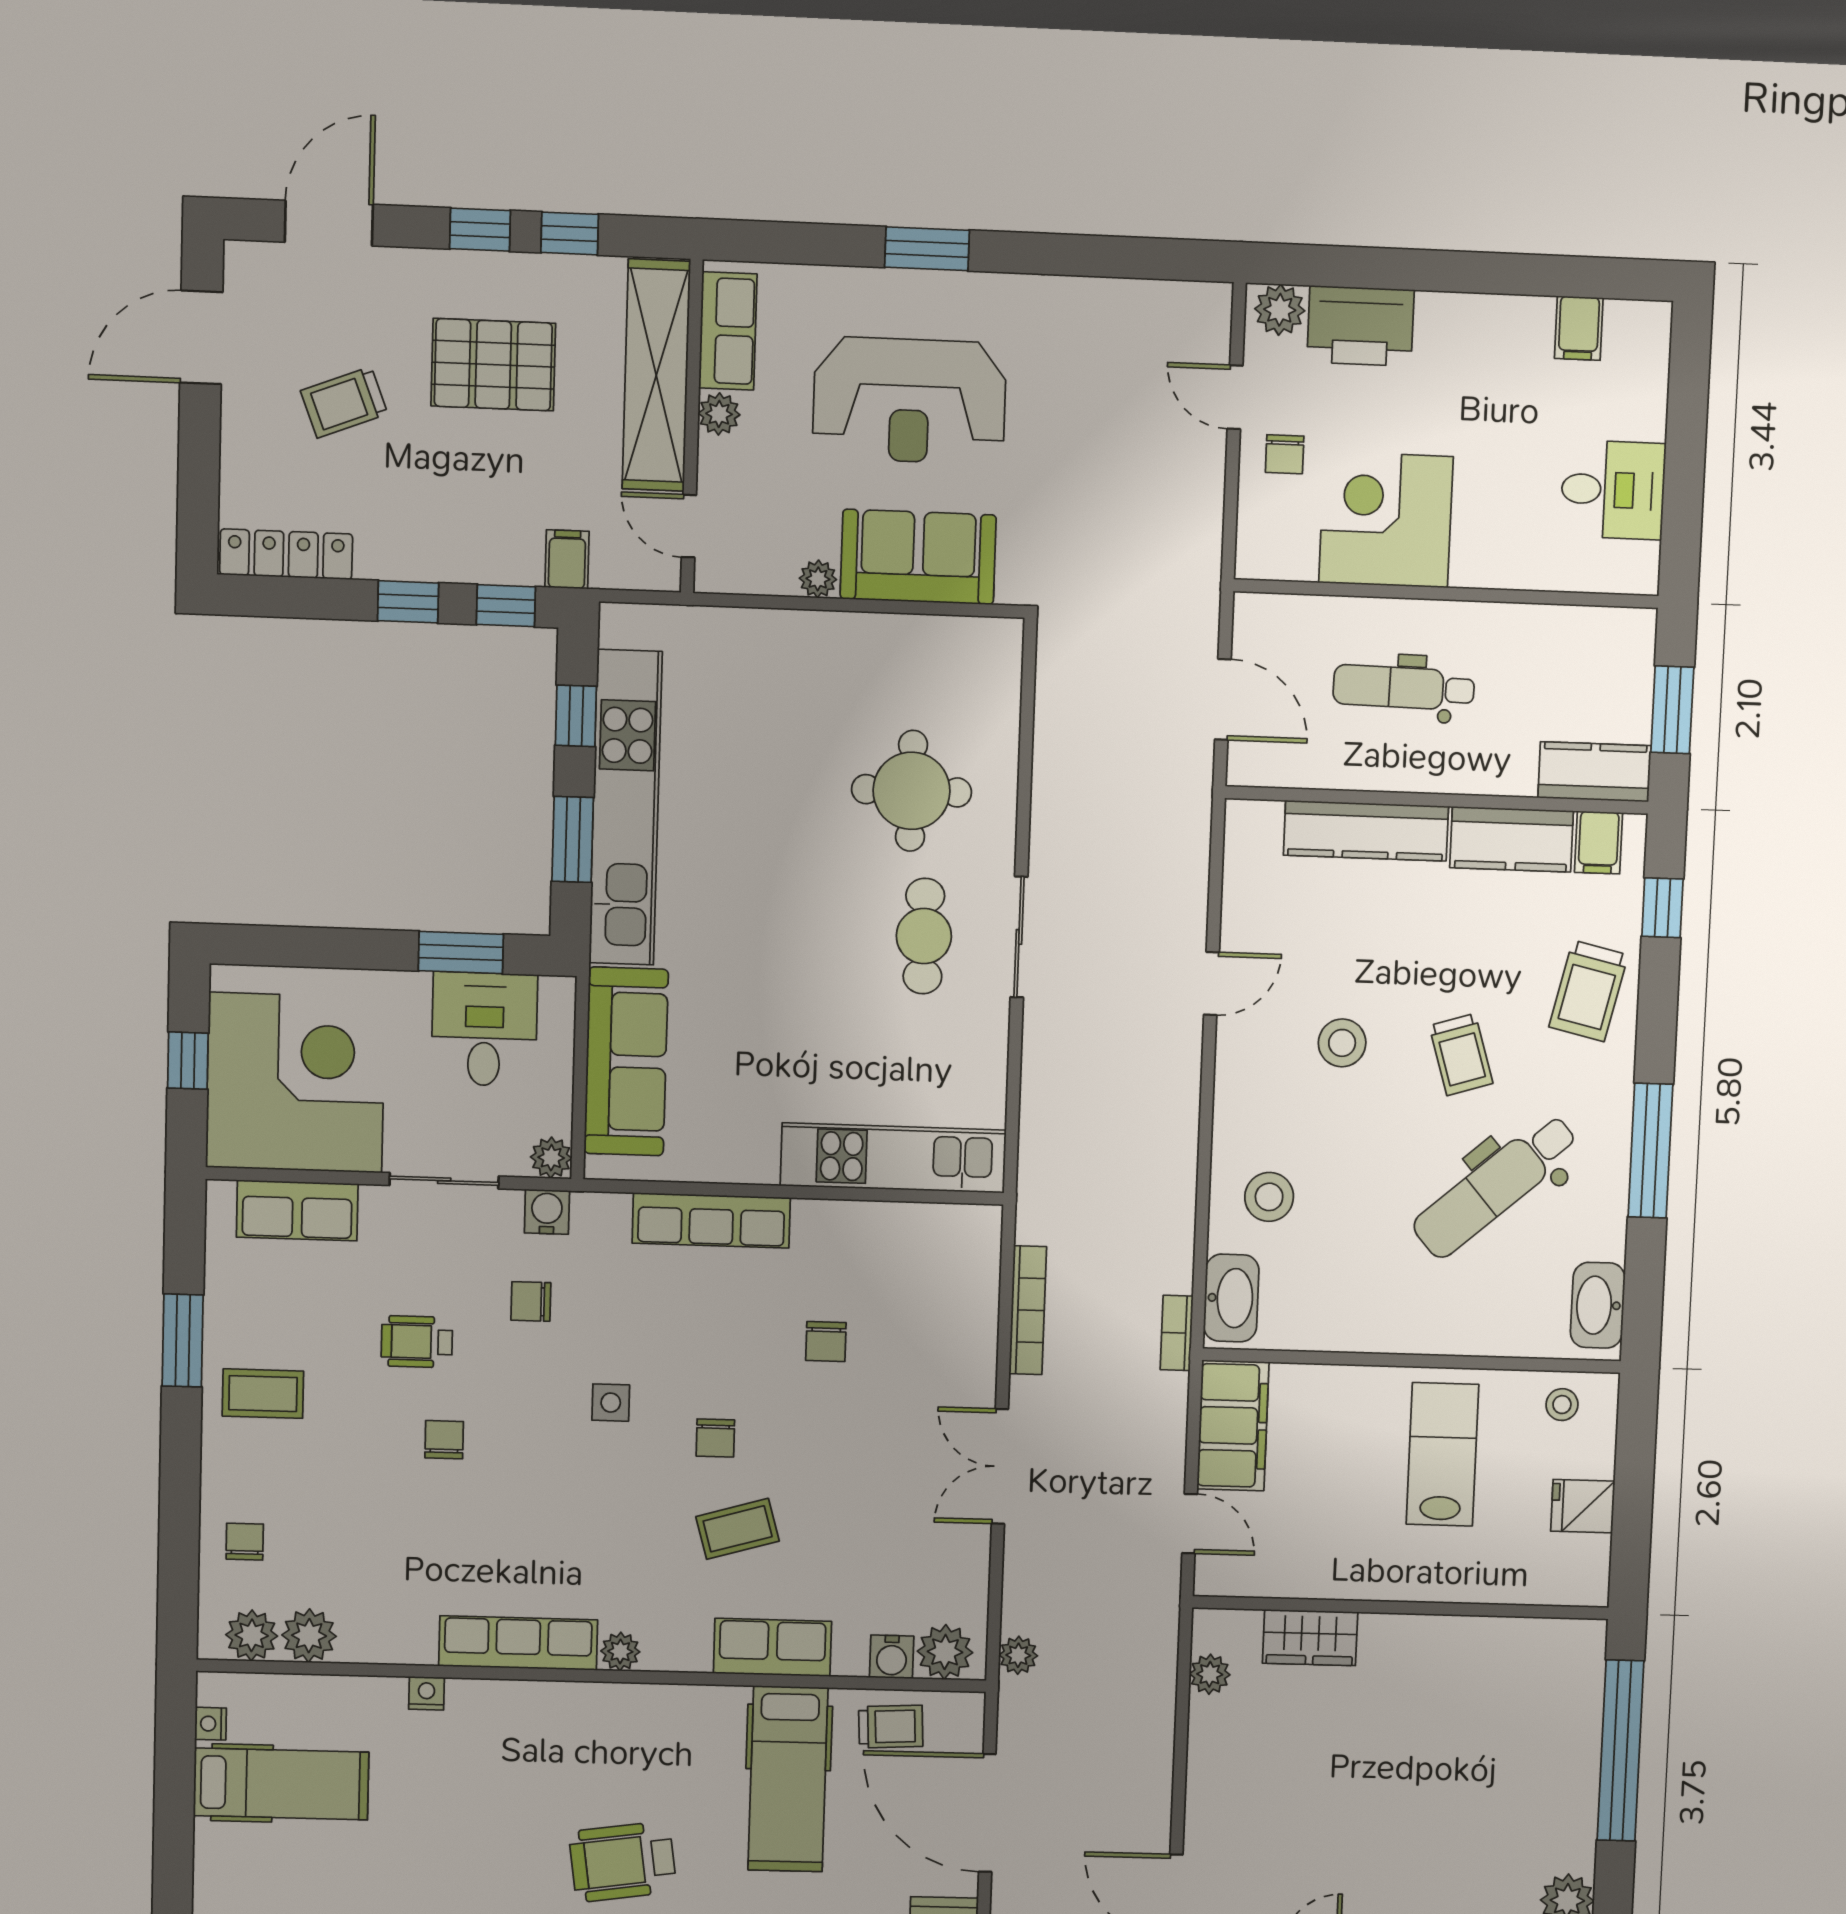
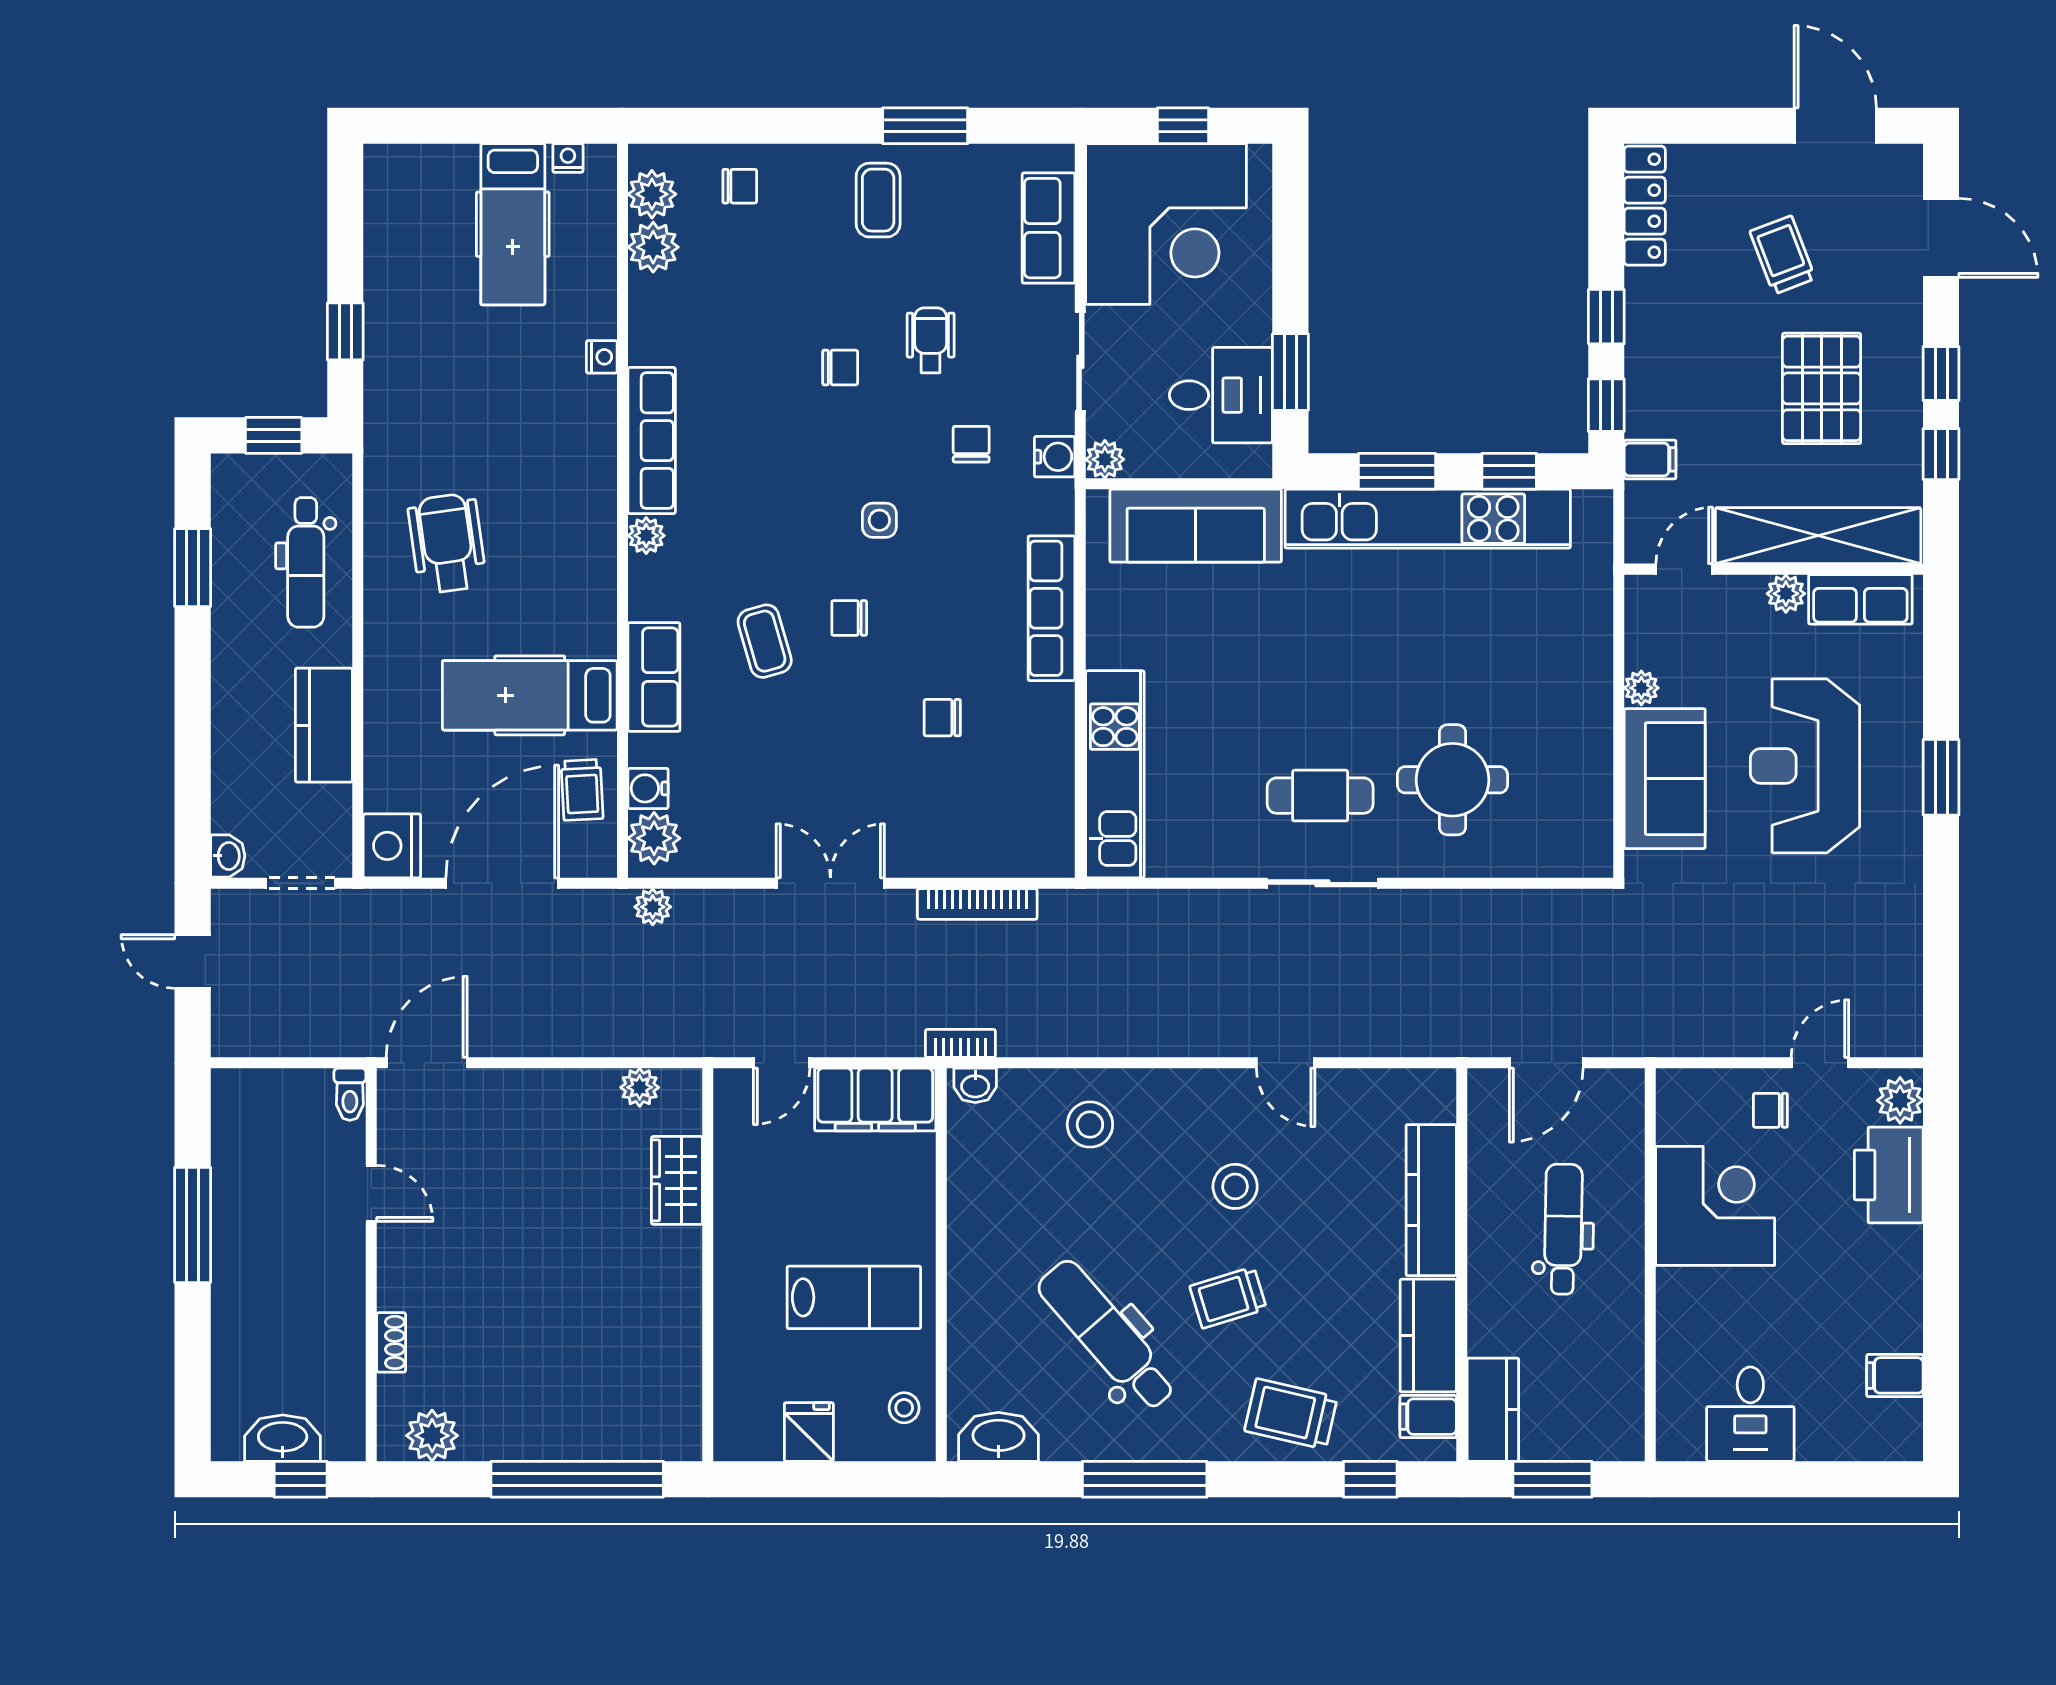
washbasin: (1231, 1298) -> (975, 1085), width x0.52, depth x0.69

